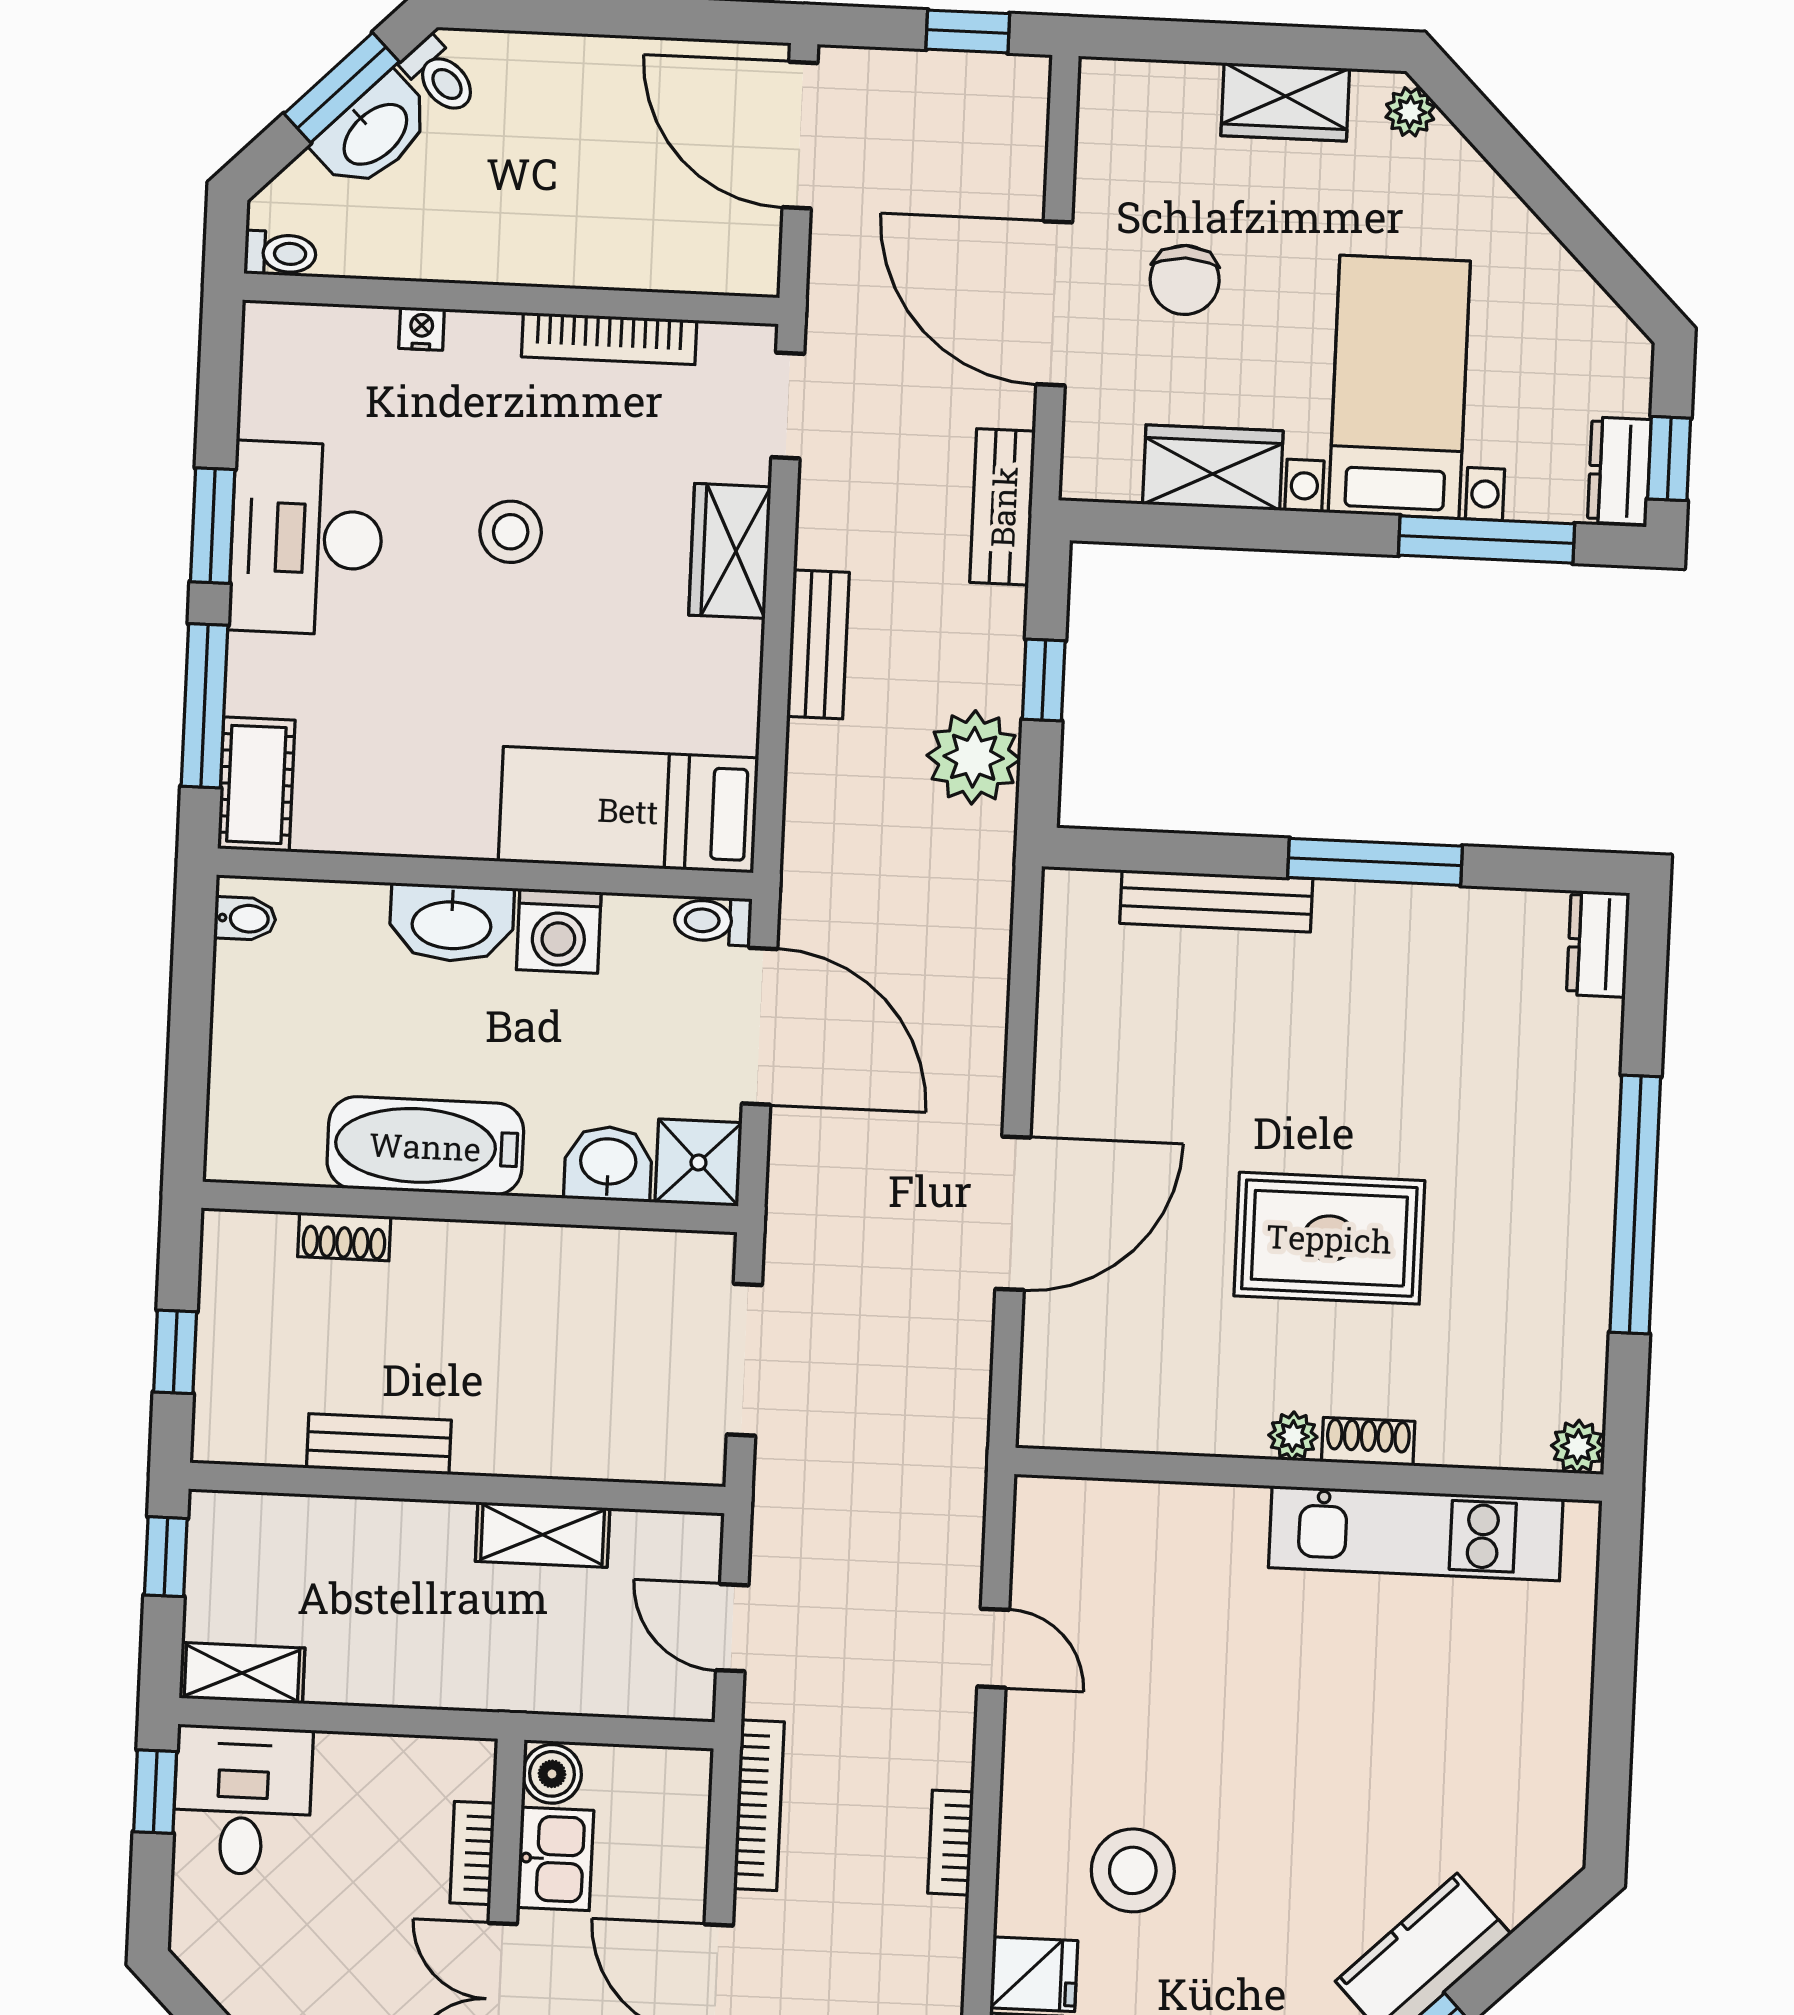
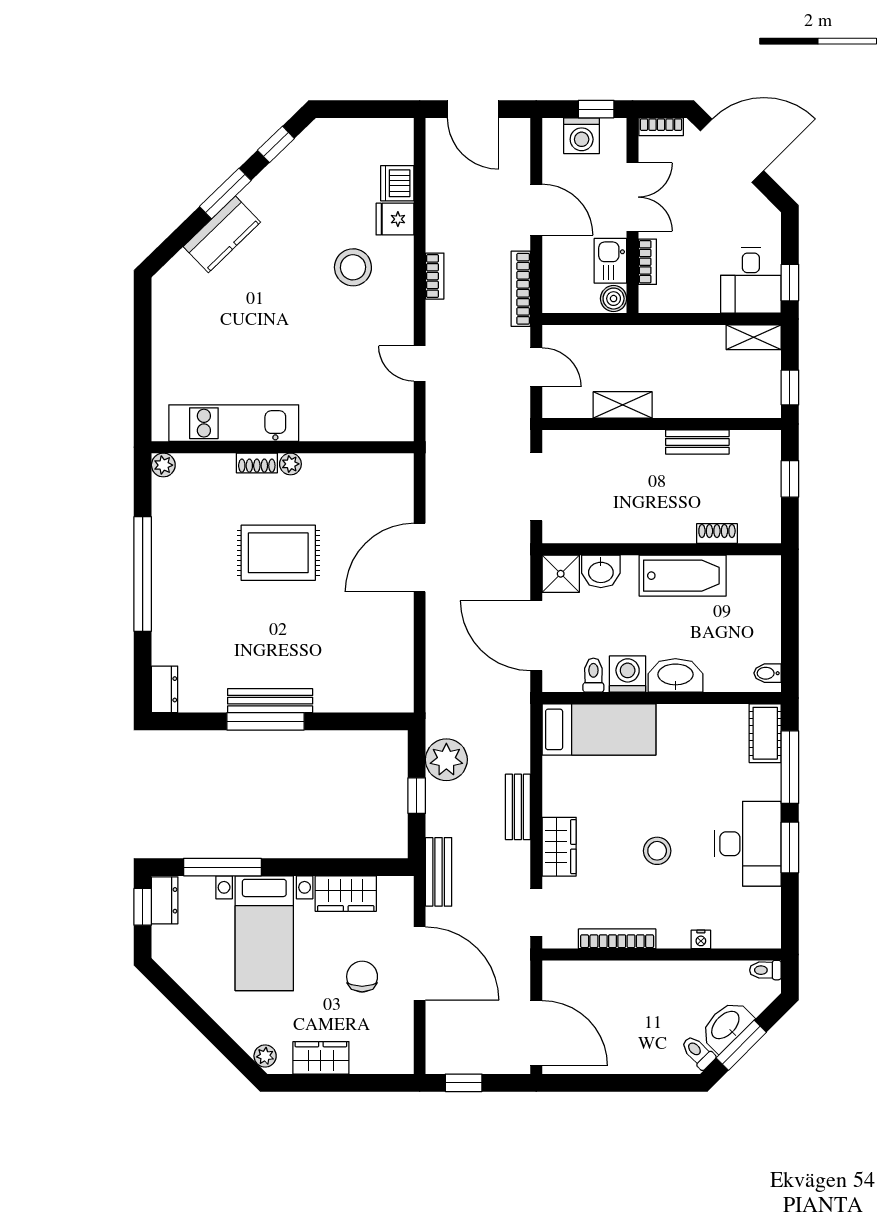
bench: (1216, 901) -> (270, 701), moved
toilet: (713, 921) -> (593, 675), moved, turned -90

